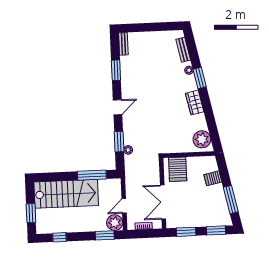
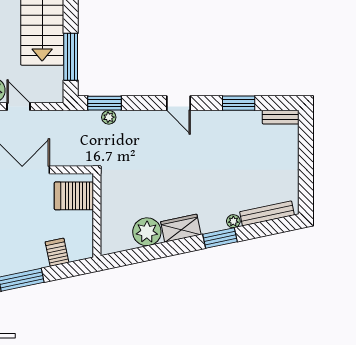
bench: (183, 50) -> (267, 213), width x1.36
plant: (202, 139) -> (147, 232), moved
window: (119, 142) -> (104, 103), moved

